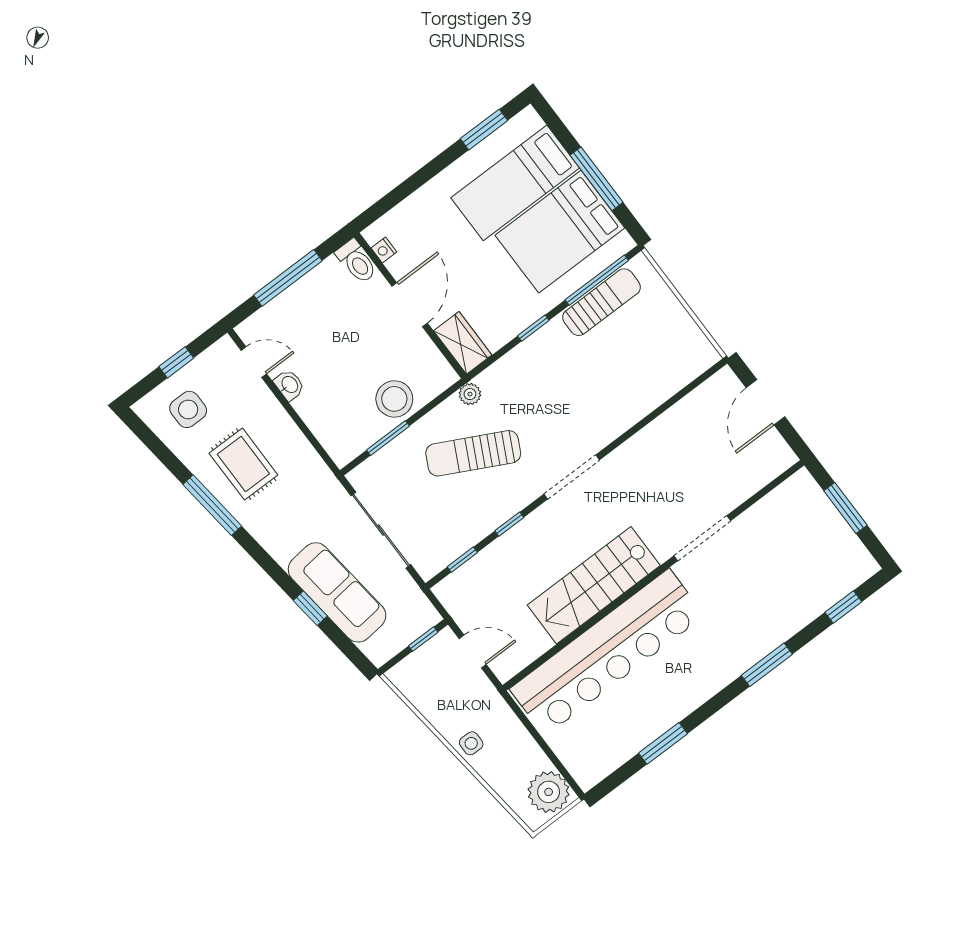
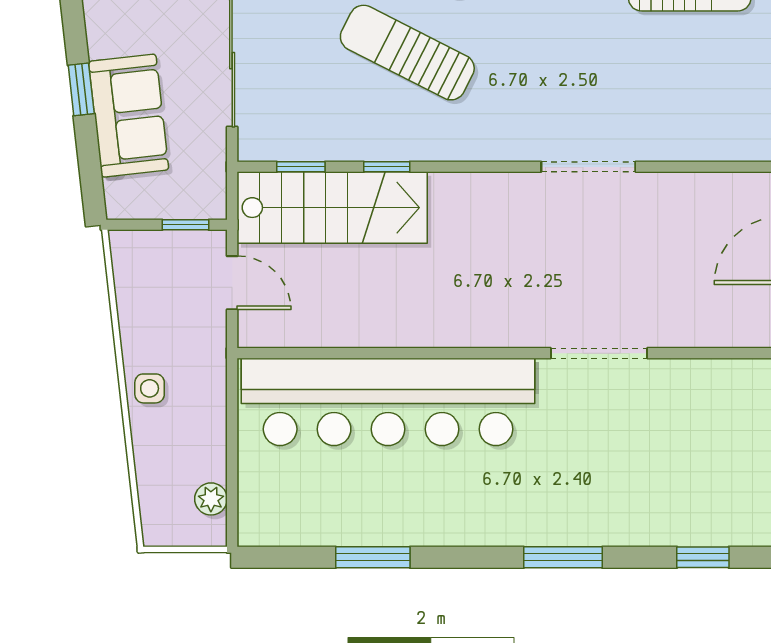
doorway: (572, 477) -> (588, 167), moved
stairs: (594, 585) -> (332, 208), moved, turned 180
sofa: (337, 592) -> (129, 116), width x0.73
plant: (549, 792) -> (211, 499), width x0.53, depth x0.53

